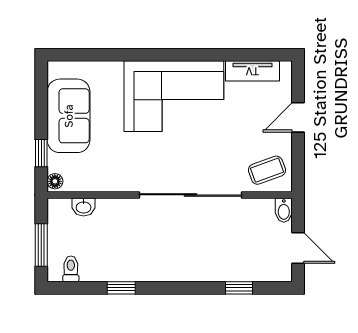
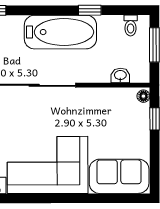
sofa: (69, 116) -> (119, 176), moved, turned 90
bathtub: (158, 261) -> (60, 32), added

